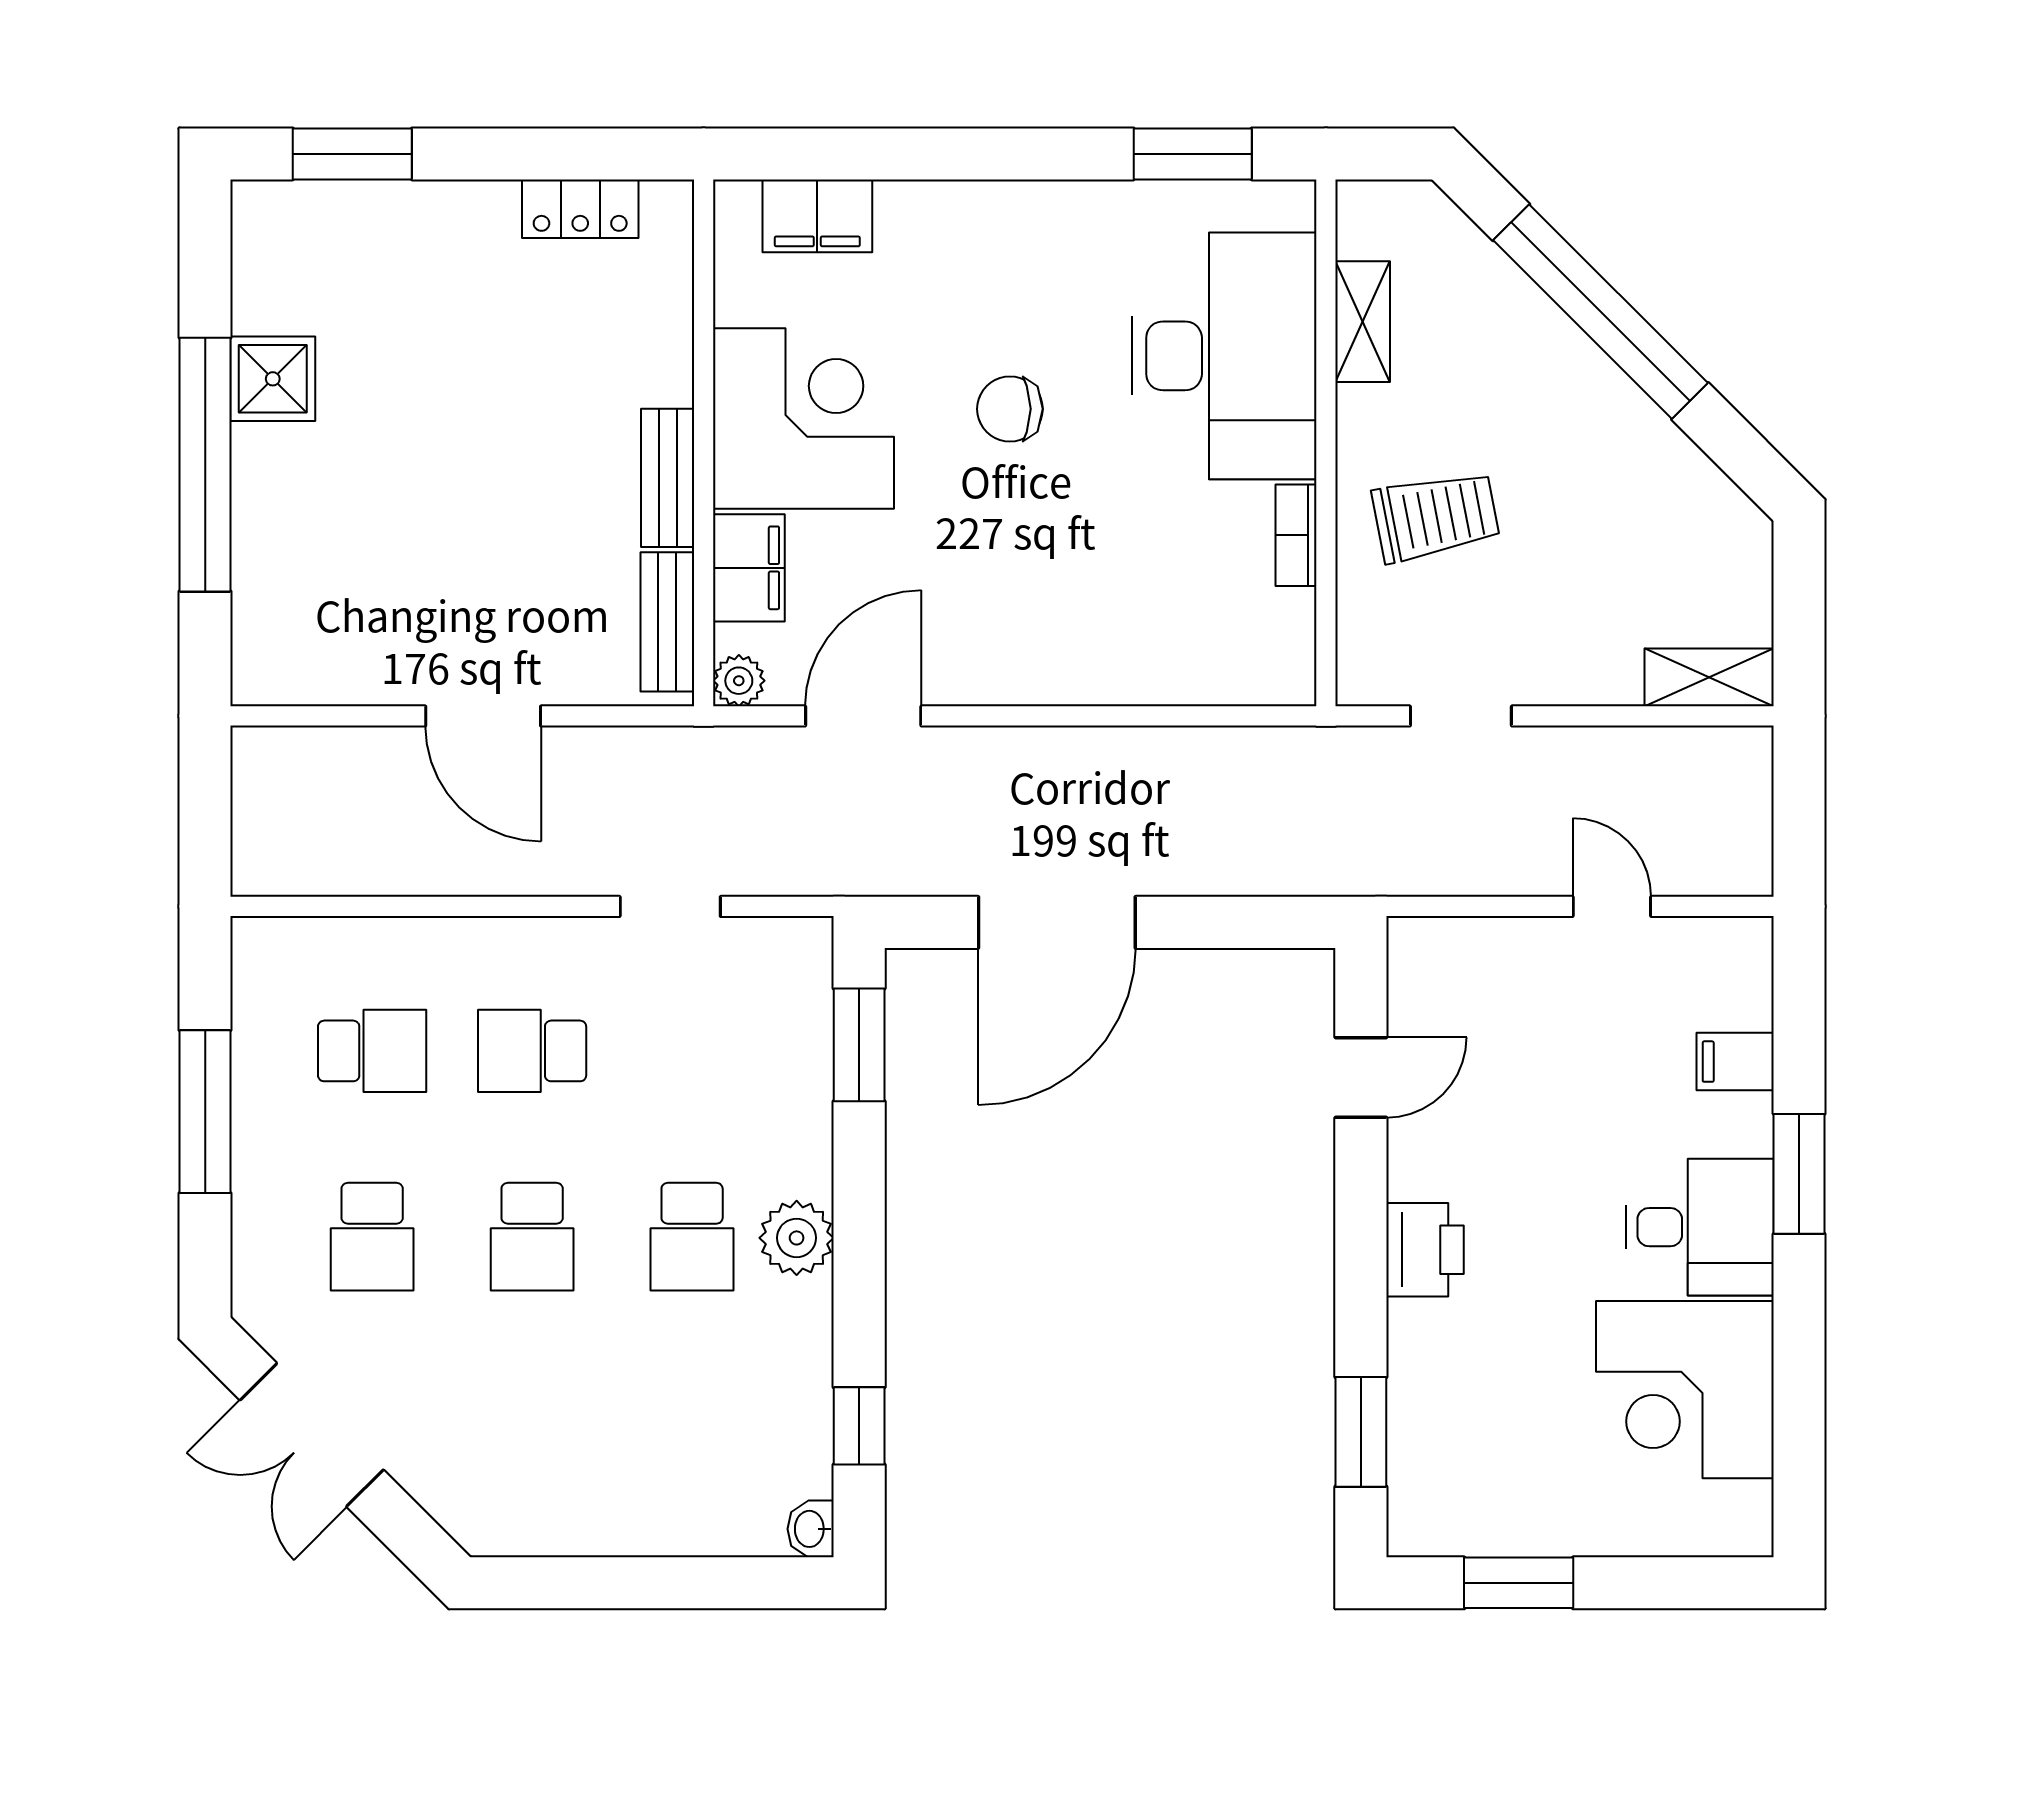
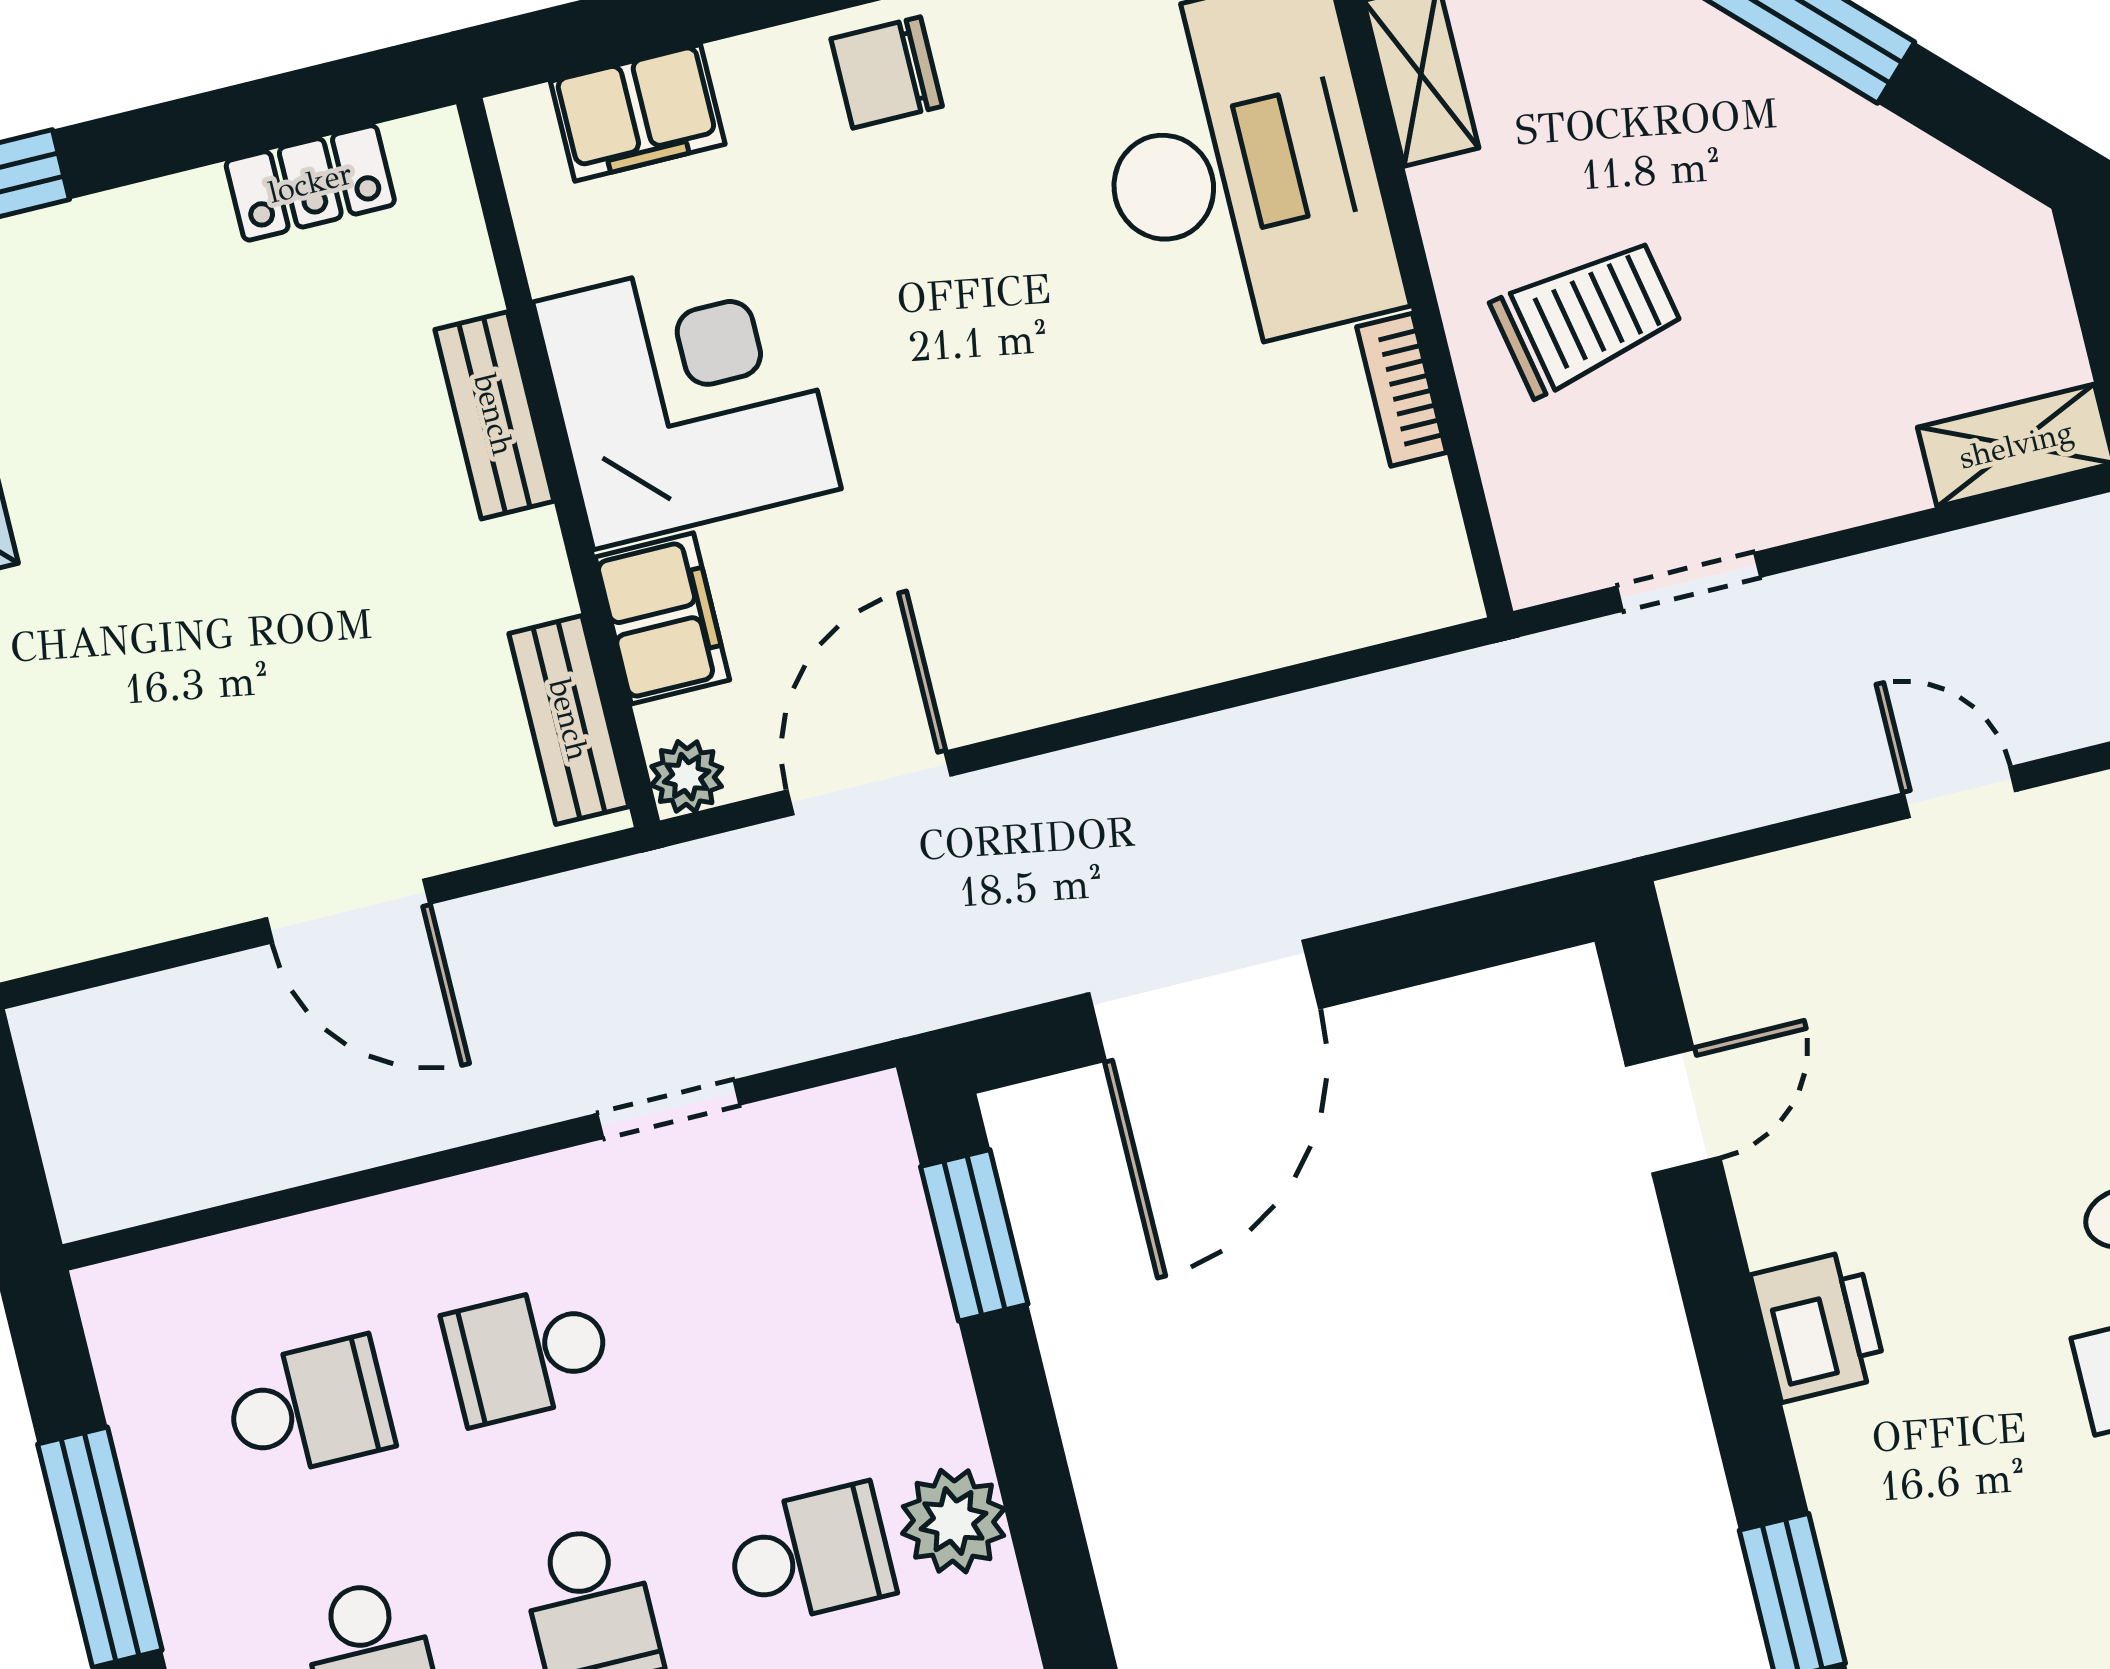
chair: (1010, 409) -> (887, 73), moved
bench: (668, 478) -> (494, 415), moved
school desk: (692, 1237) -> (810, 1555), turned -90

